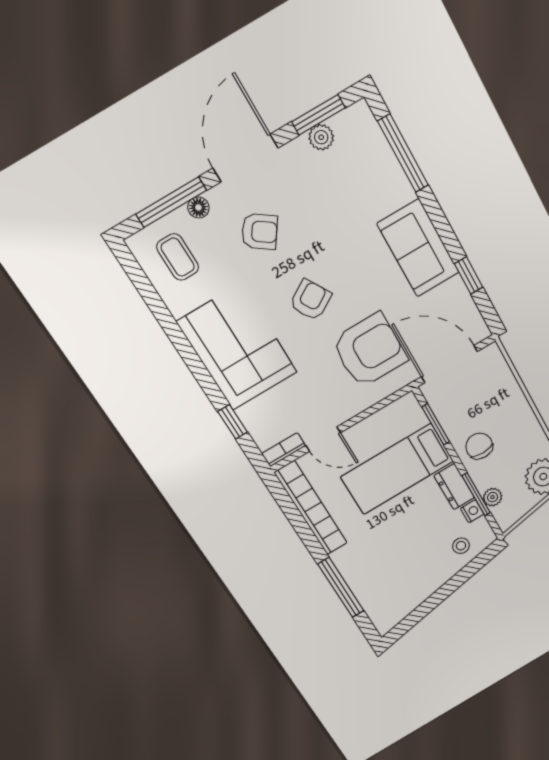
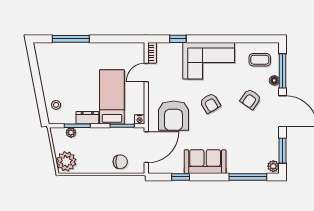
plant: (321, 137) -> (273, 166), moved
chair: (479, 446) -> (120, 162), moved
bookcase: (311, 508) -> (118, 48), removed
nightstand: (472, 511) -> (140, 119), moved

